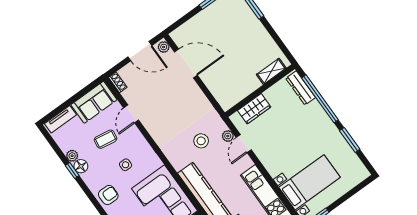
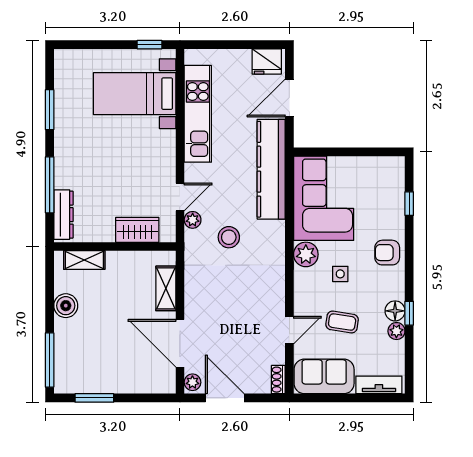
boiler: (263, 39) -> (66, 306), added
shelving: (215, 88) -> (166, 288), added
window: (320, 99) -> (50, 185), width x0.68
plant: (152, 162) -> (306, 254), added

